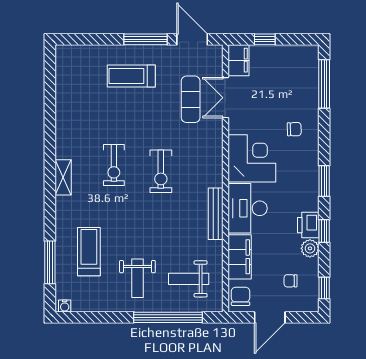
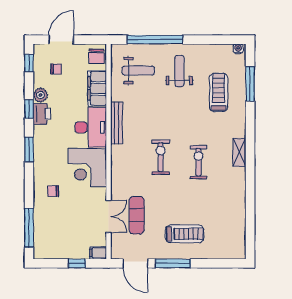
filing cabinet: (238, 60) -> (98, 253), width x0.50
treadmill: (89, 252) -> (219, 92), turned 180
door: (270, 317) -> (61, 40), moved

